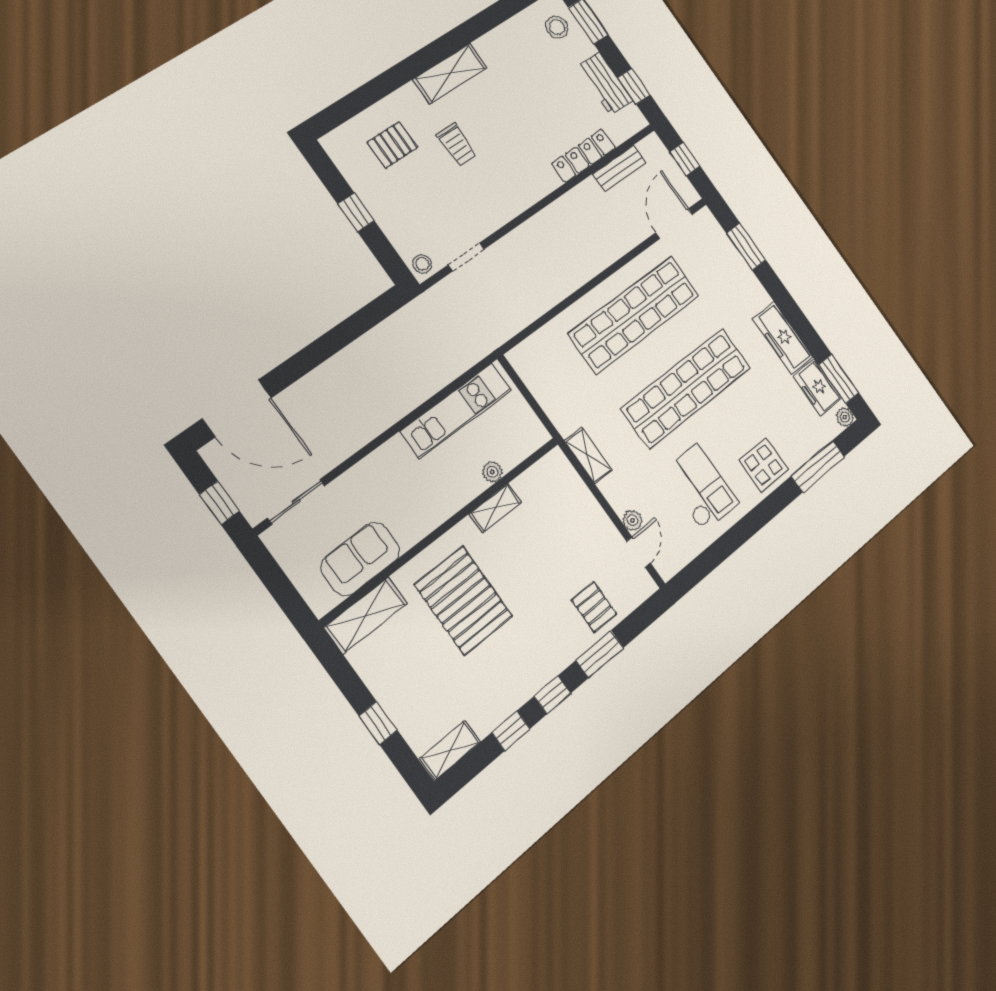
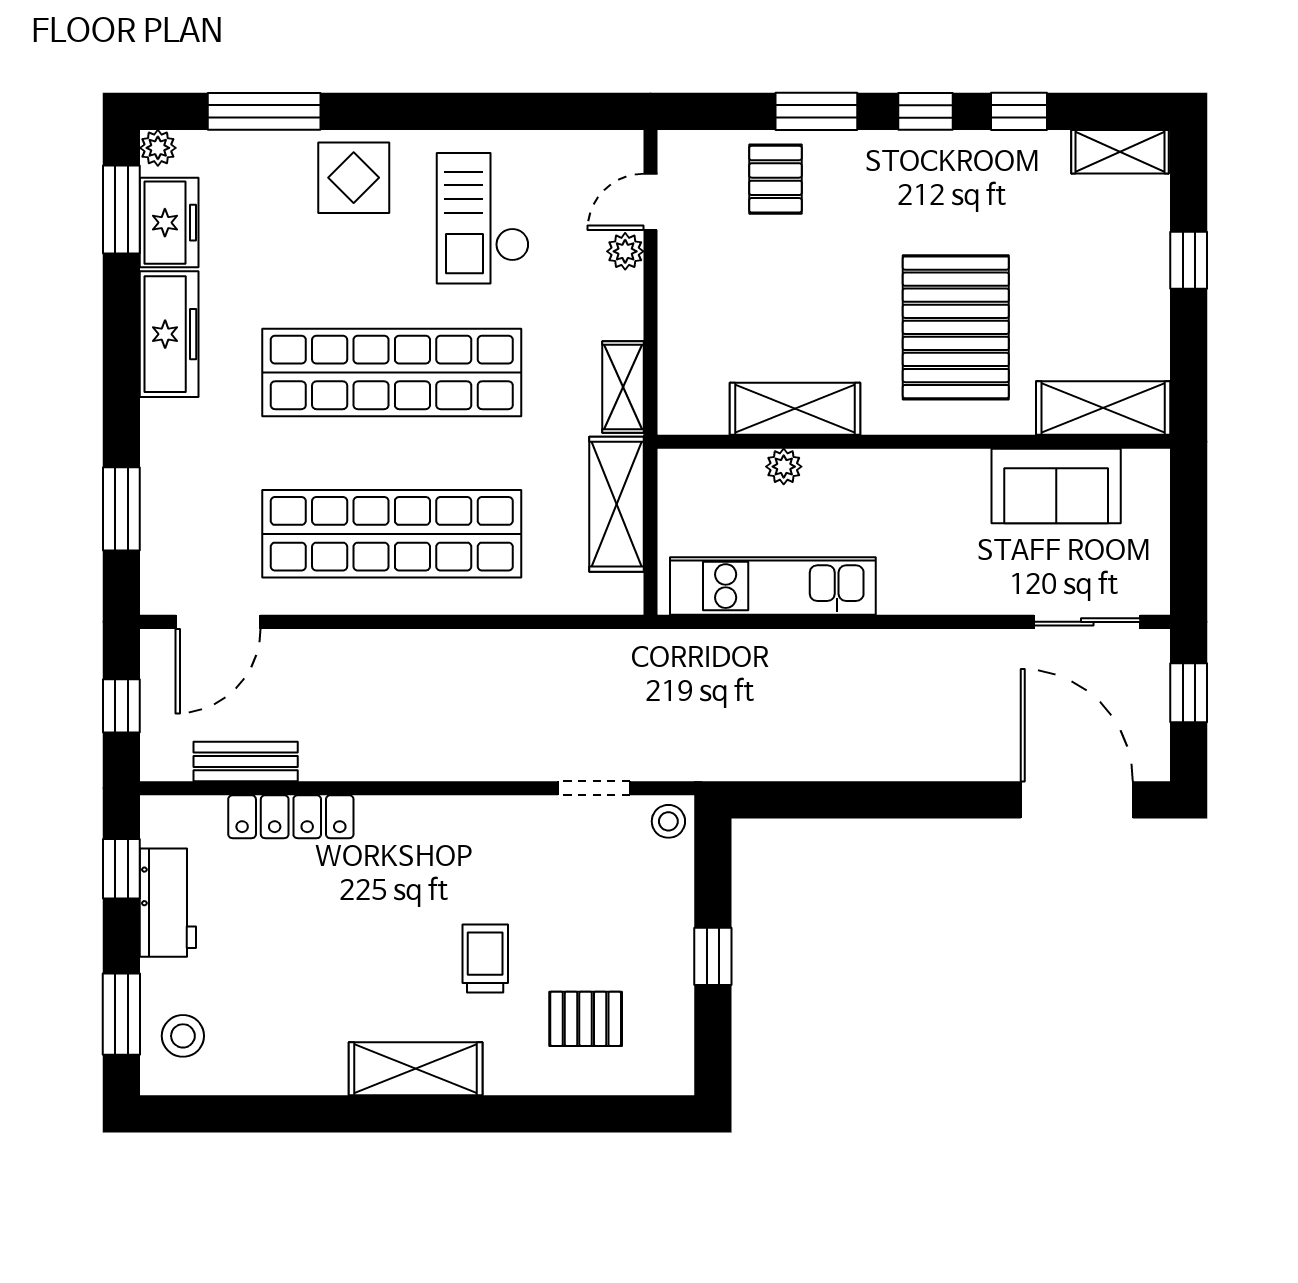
shelving: (552, 398) -> (616, 504), added
shelving: (495, 508) -> (795, 409), width x1.50, depth x1.33

